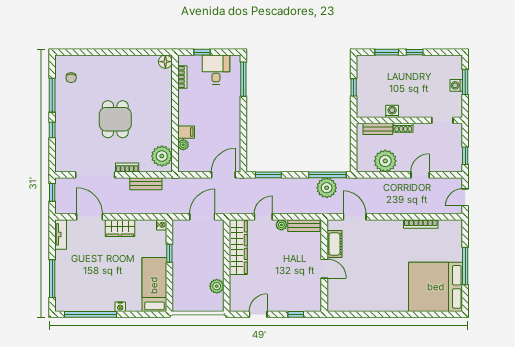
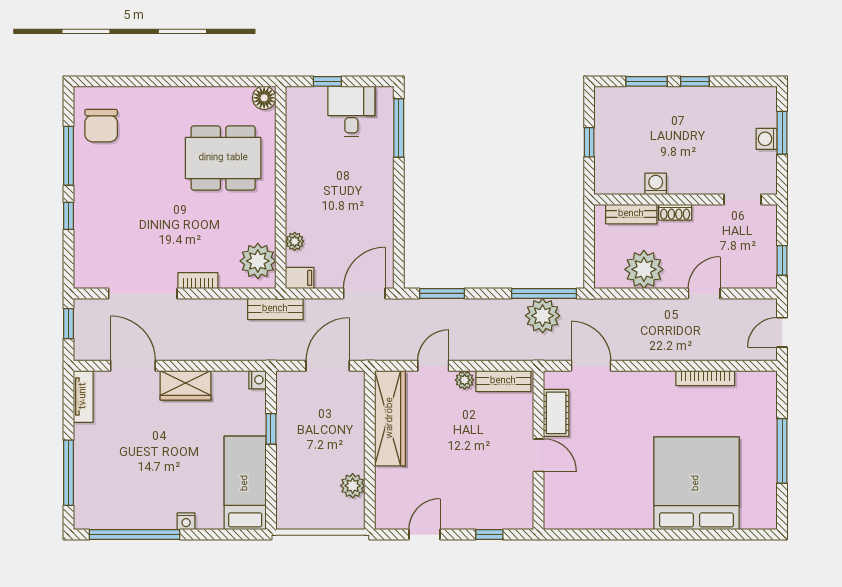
bookcase: (182, 77) -> (293, 124), removed
chair: (71, 78) -> (101, 126), width x1.87, depth x1.87
dining table: (115, 119) -> (223, 158), moved, width x1.37
filing cabinet: (186, 132) -> (300, 278), moved
bench: (146, 184) -> (275, 309), moved
bed: (436, 287) -> (696, 483), moved, turned 90

